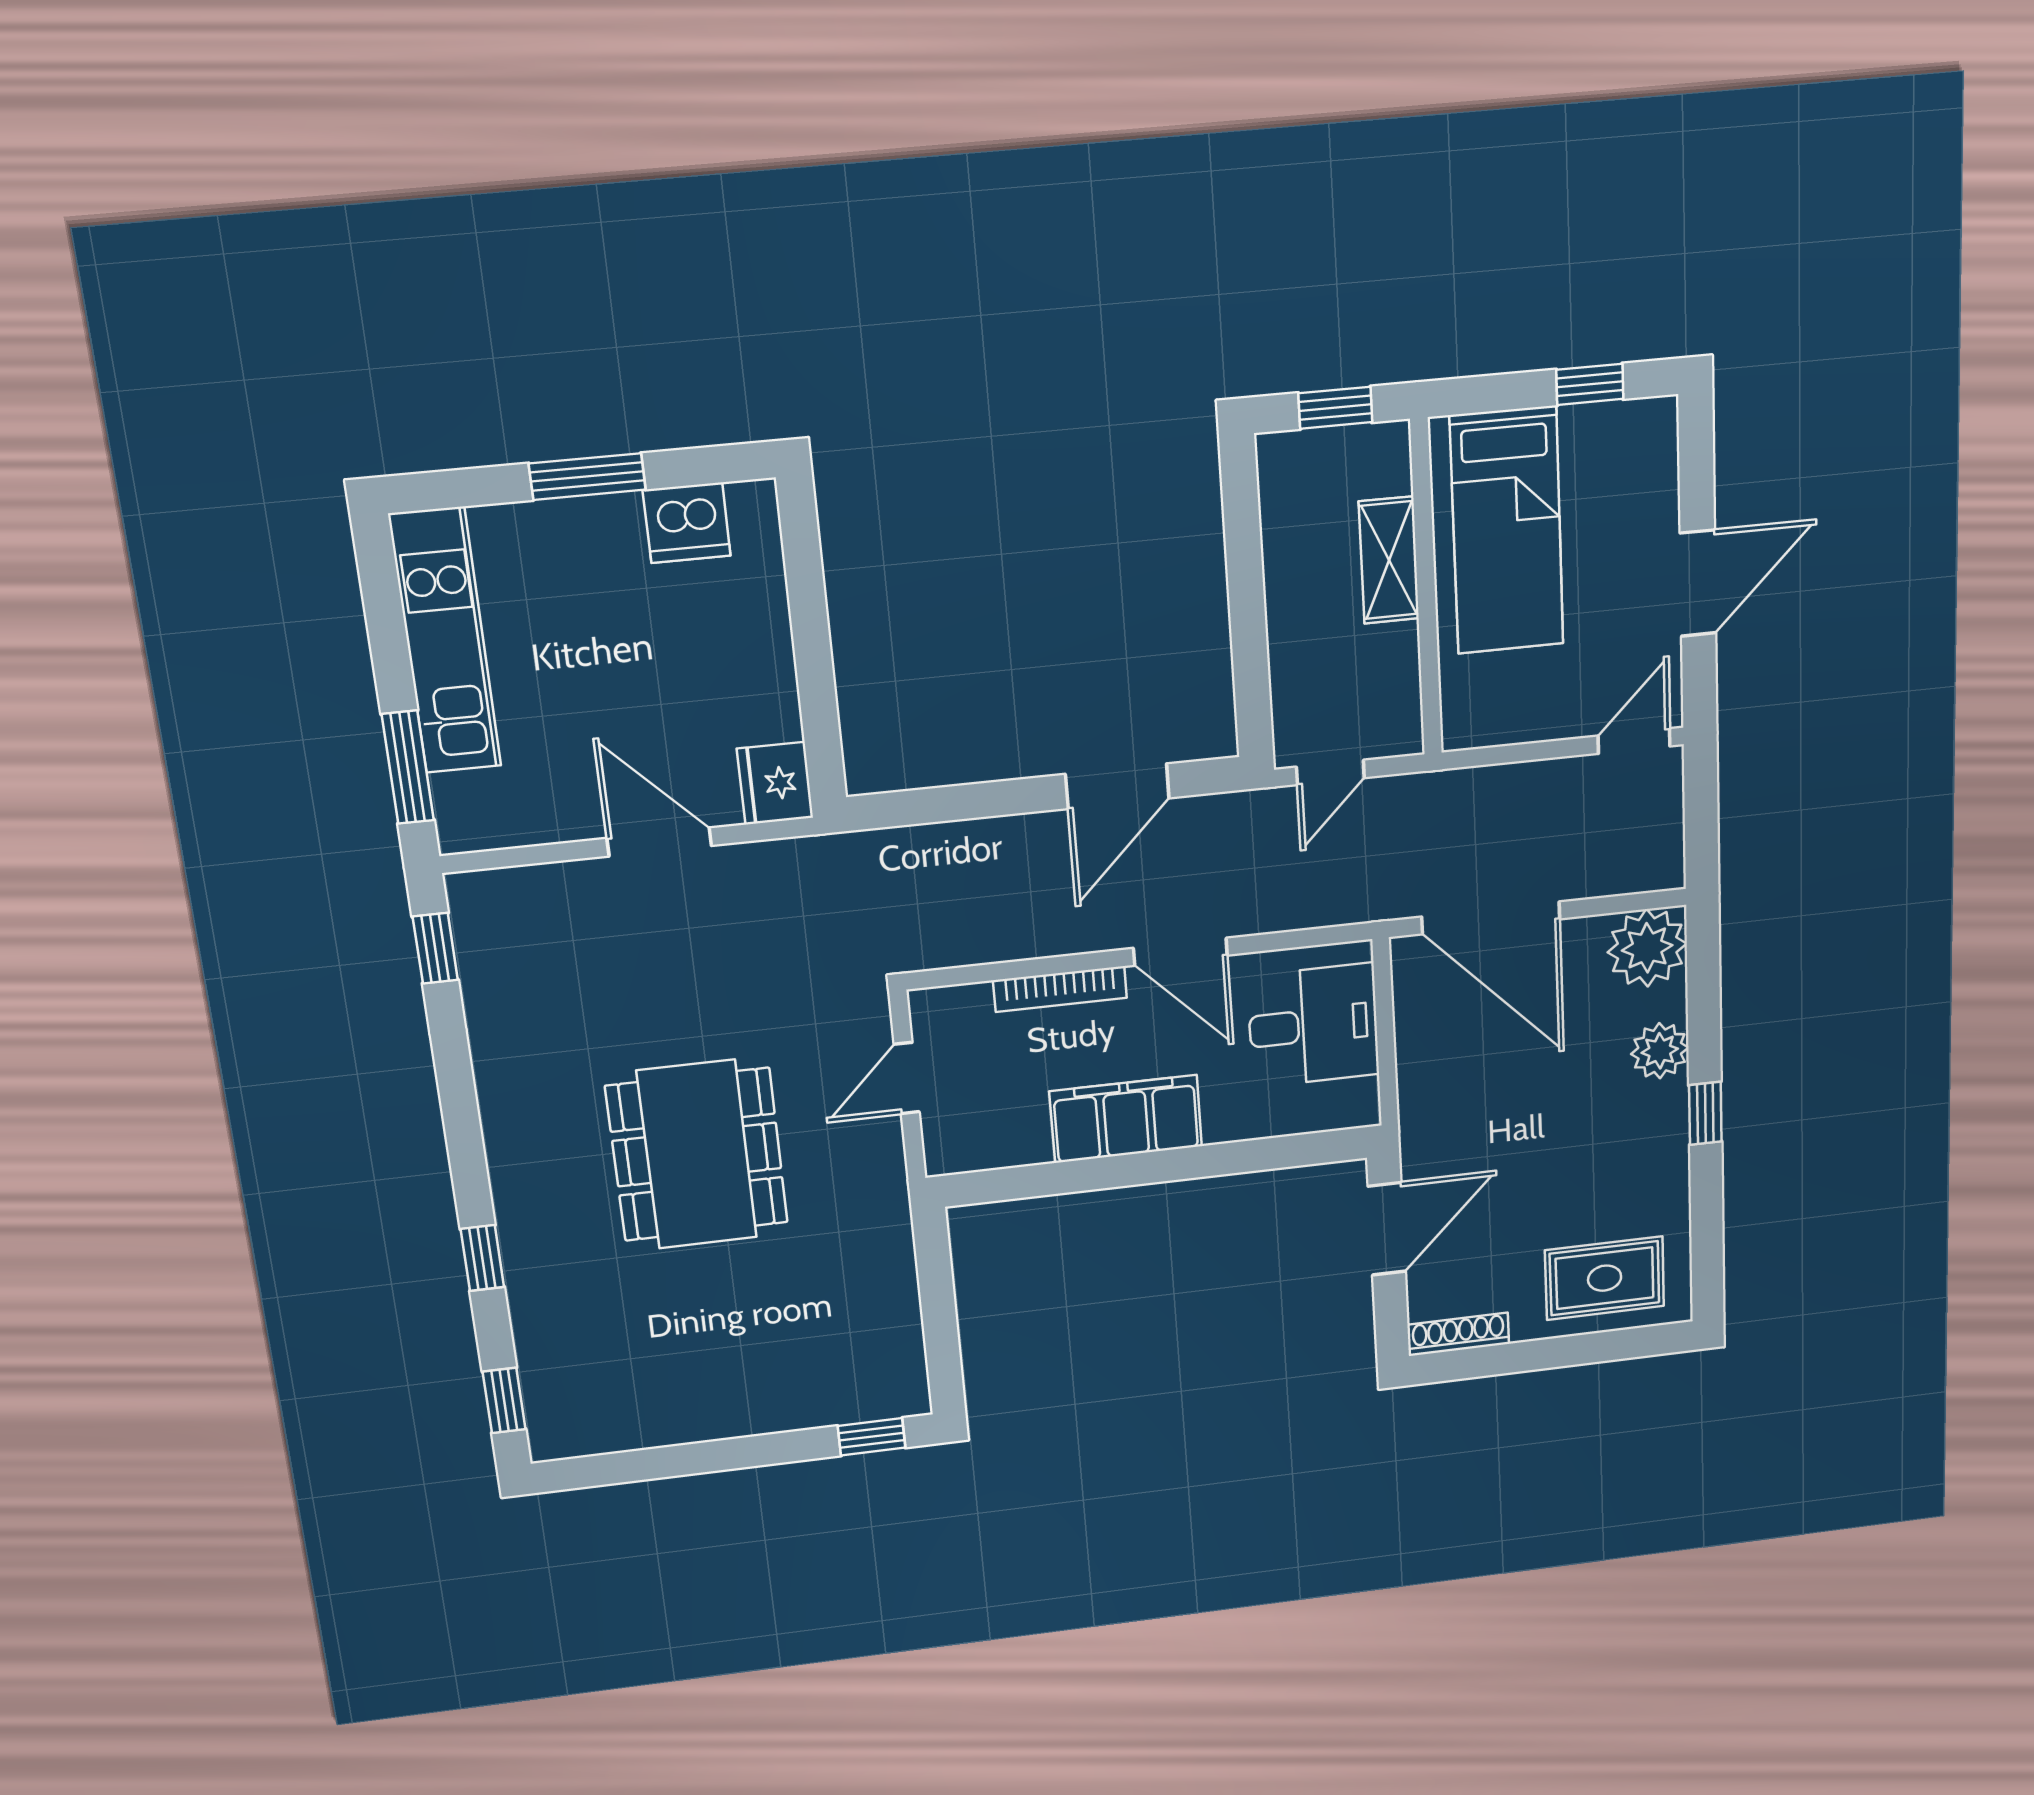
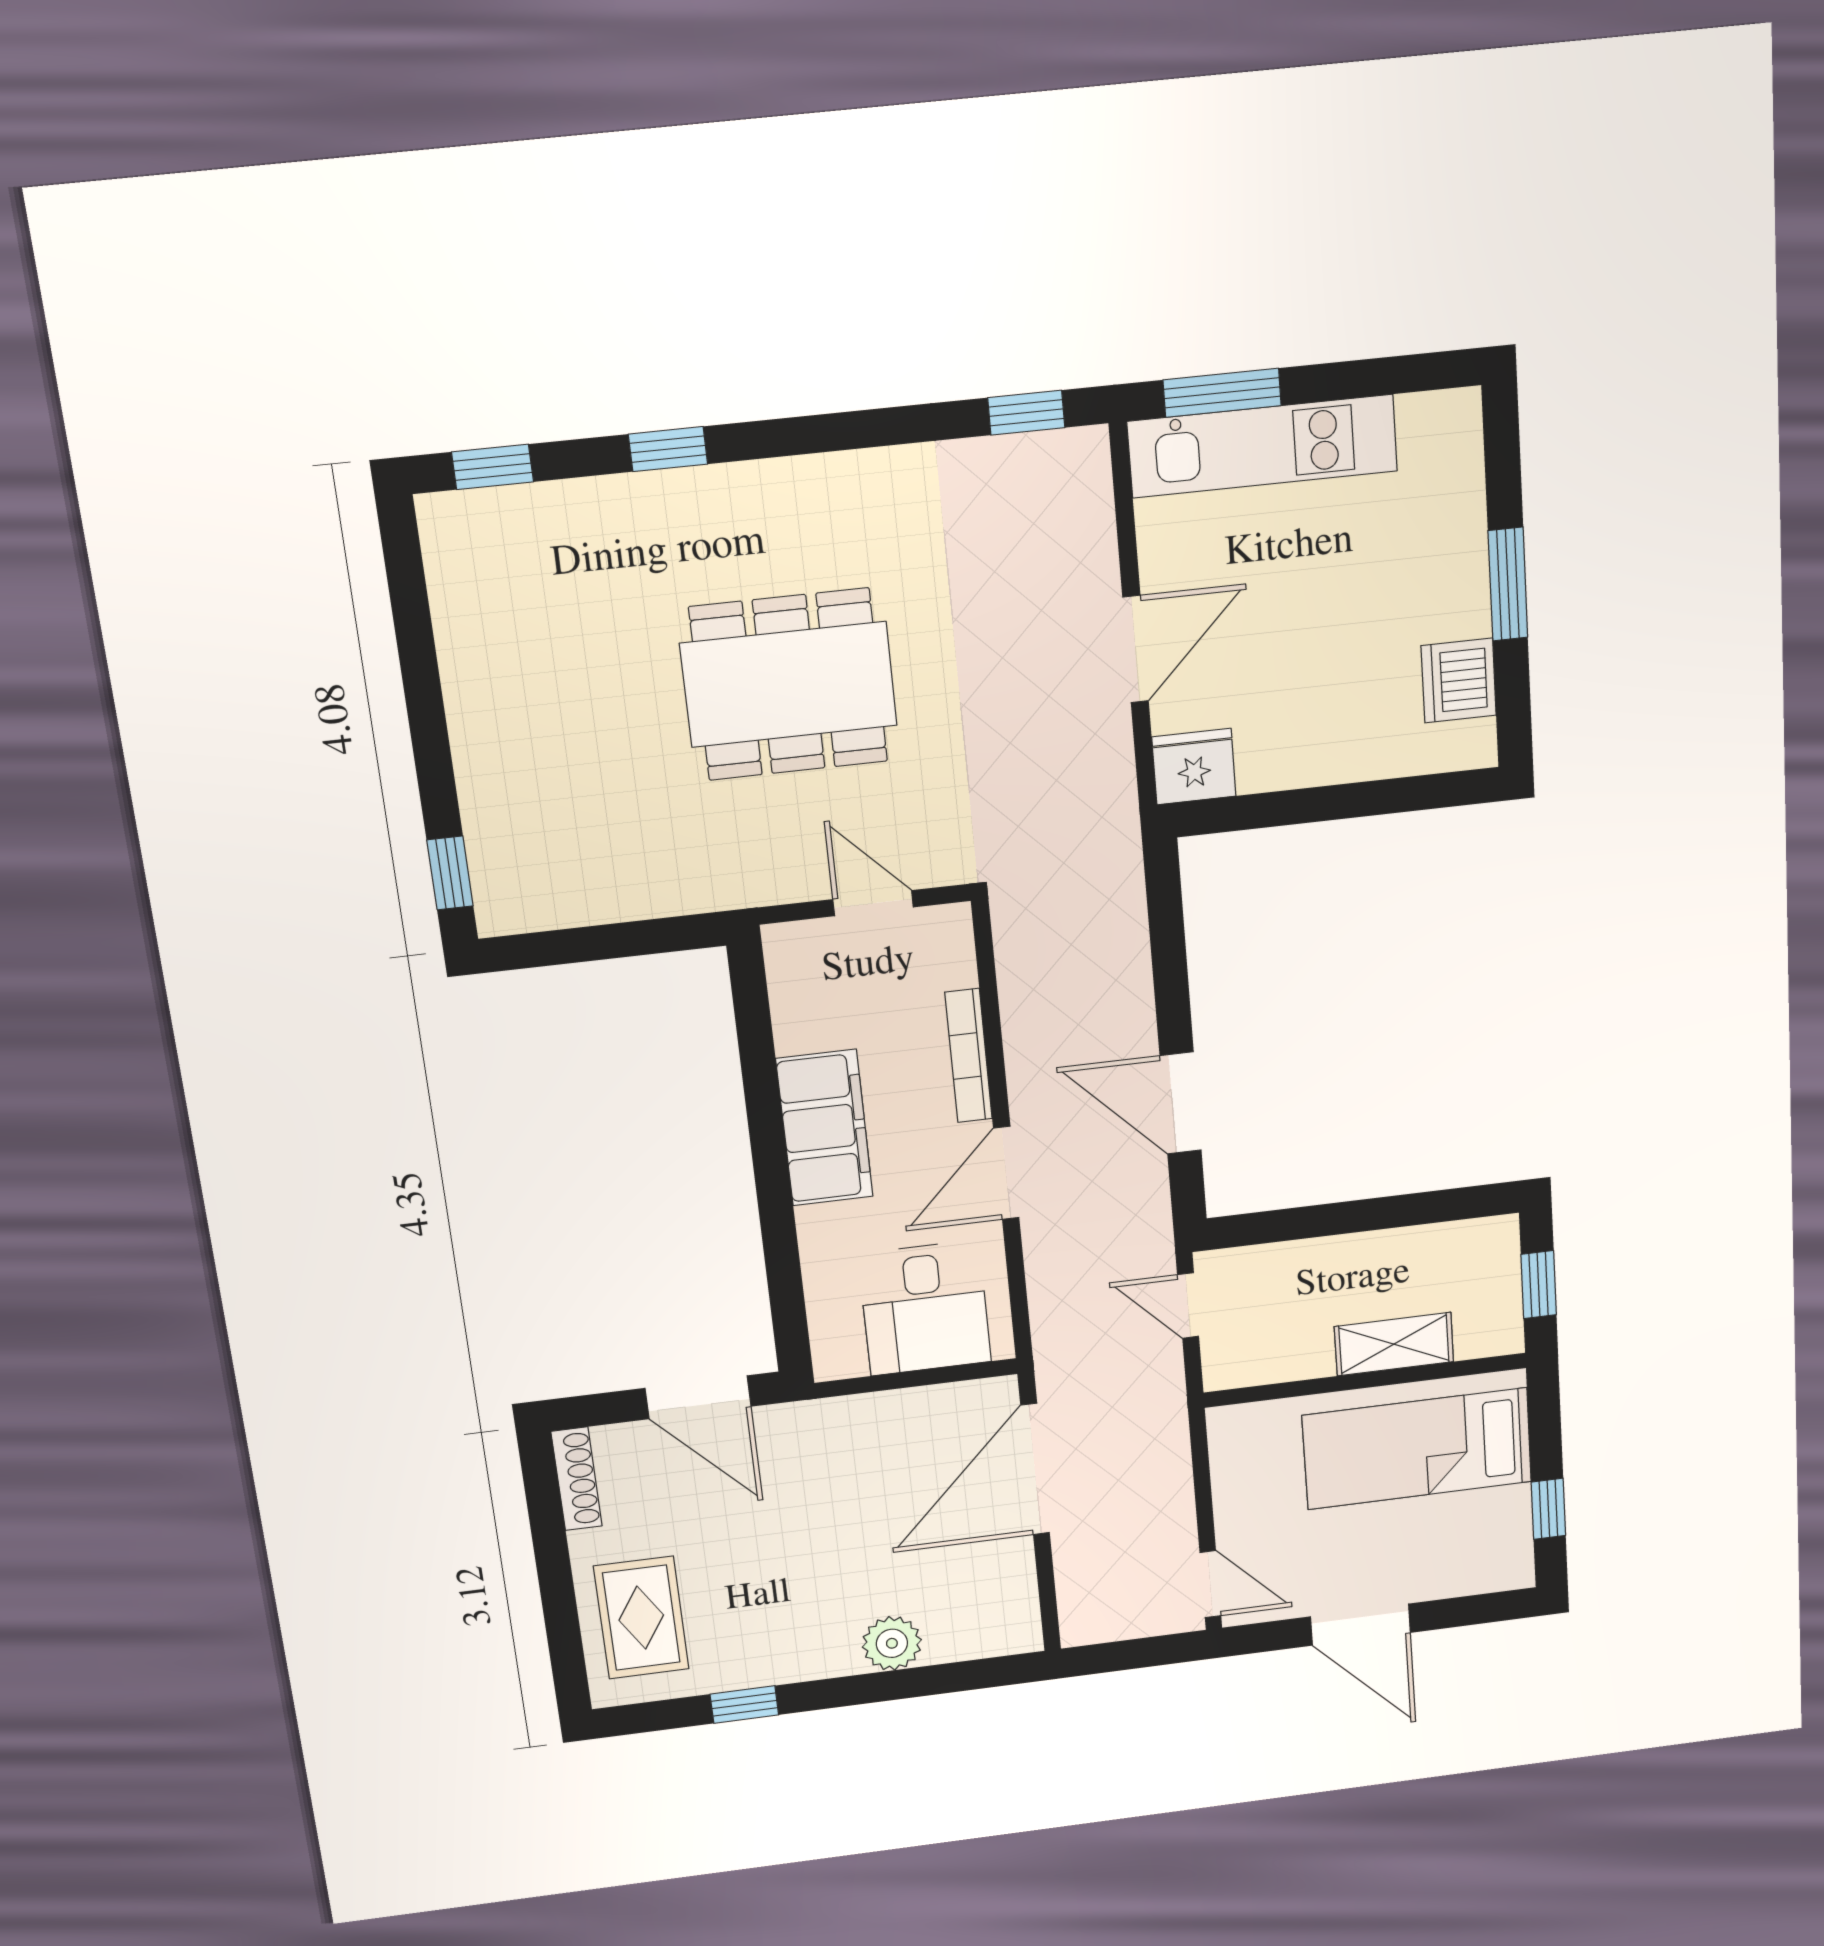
kitchen unit: (445, 641) -> (1263, 446), moved
plant: (1647, 948) -> (1001, 1619), removed
window: (1705, 1113) -> (744, 1705), moved

